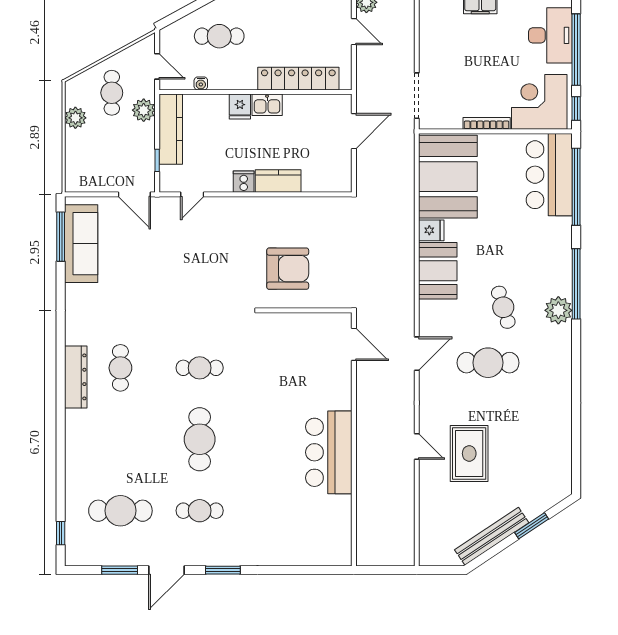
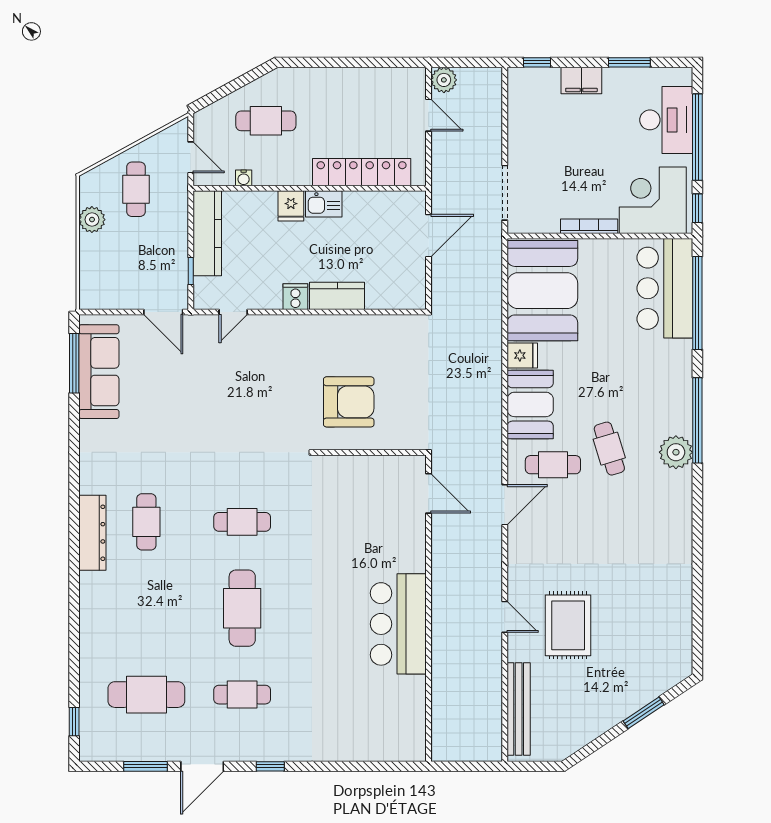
plant: (144, 110) -> (174, 210), removed
cafe table: (488, 363) -> (553, 465), moved, width x0.73, depth x0.74
bench: (492, 536) -> (519, 709), moved, turned -56
window: (223, 570) -> (270, 766), width x0.67

